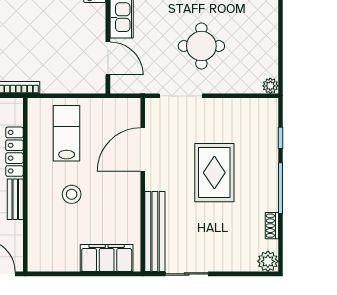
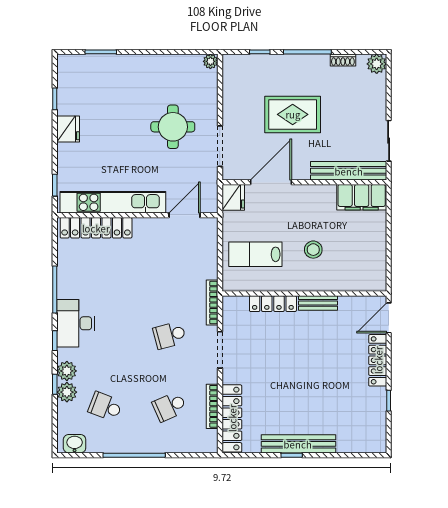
fridge: (127, 110) -> (233, 197), added
door: (143, 150) -> (271, 182), swing flipped
filing cabinet: (107, 258) -> (362, 197), moved, turned -90

